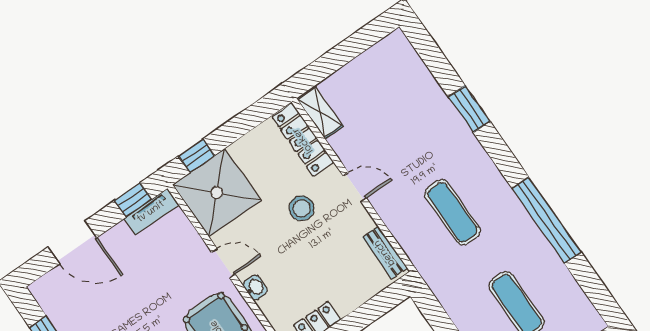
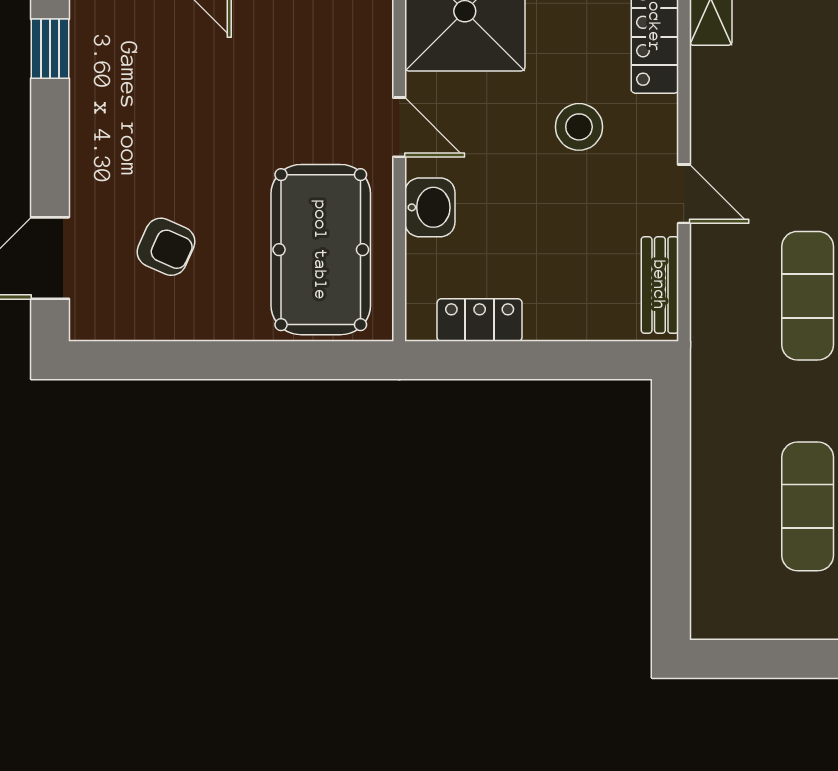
door: (355, 187) -> (684, 194), moved
washbasin: (255, 287) -> (430, 207), width x1.38, depth x1.45

